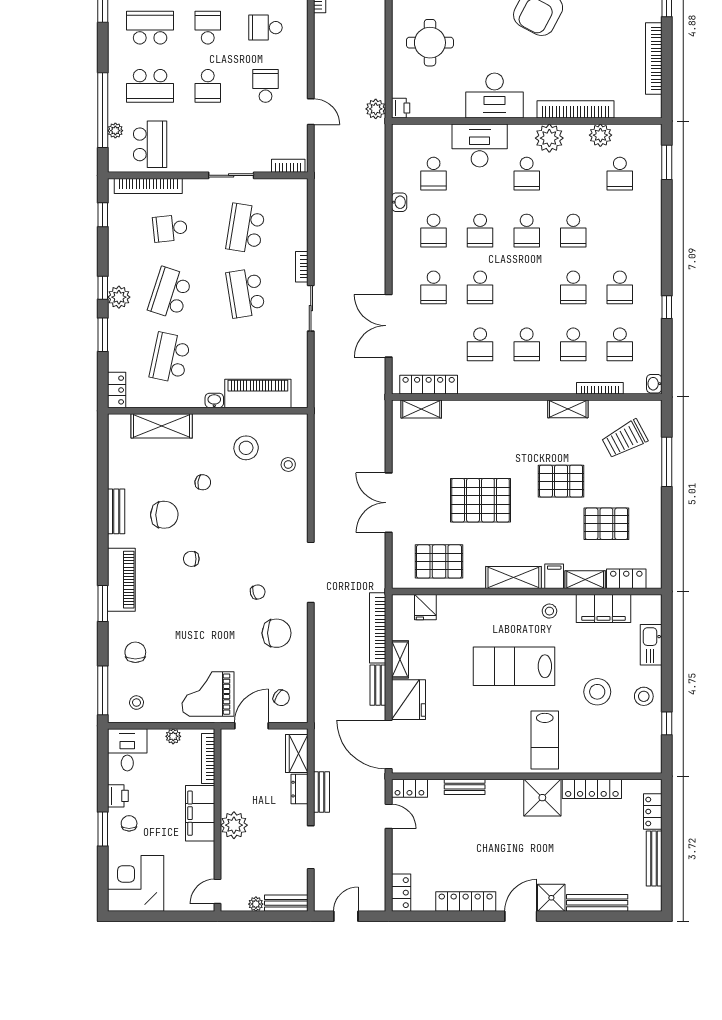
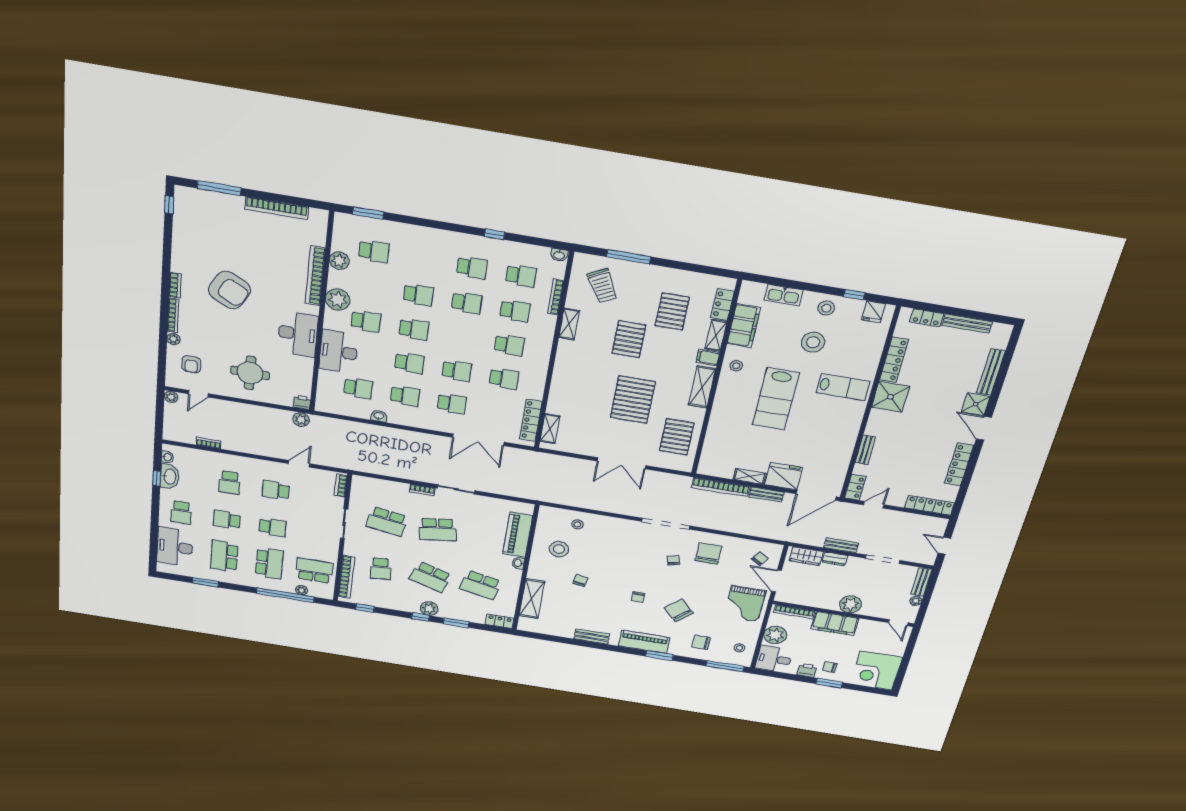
chair: (164, 515) -> (679, 610), moved, turned -44
fridge: (425, 607) -> (873, 312), moved, turned 90
plant: (173, 736) -> (775, 635), width x1.88, depth x1.88
locker: (401, 893) -> (930, 505), width x1.53

